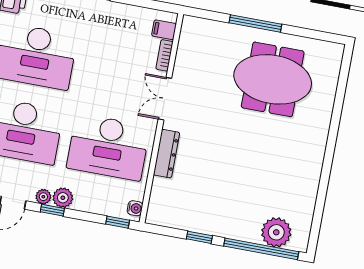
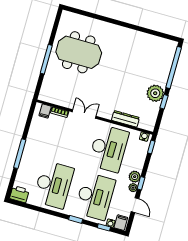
meeting table: (273, 79) -> (79, 52), turned 90
double door: (165, 99) -> (84, 114), swing flipped
dresser: (166, 154) -> (125, 119), moved
plant: (276, 232) -> (155, 93), moved

